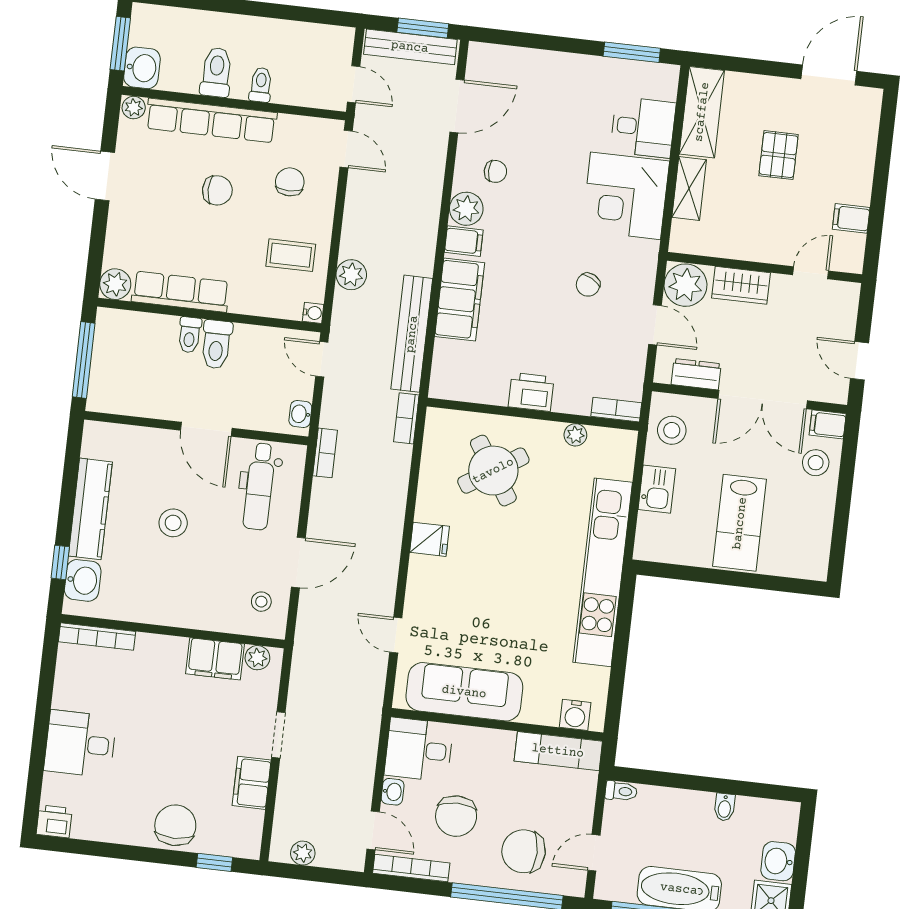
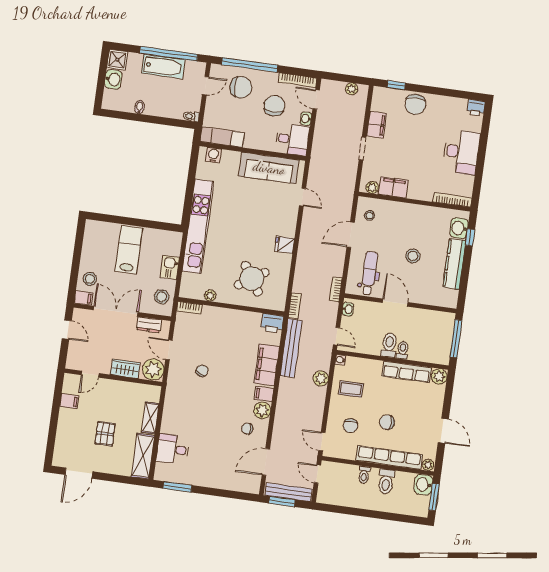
corner desk: (626, 196) -> (182, 415), removed
printer: (531, 392) -> (272, 323), moved
desk: (80, 744) -> (461, 152), width x1.37

